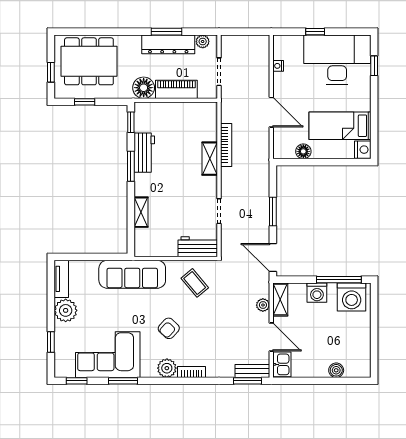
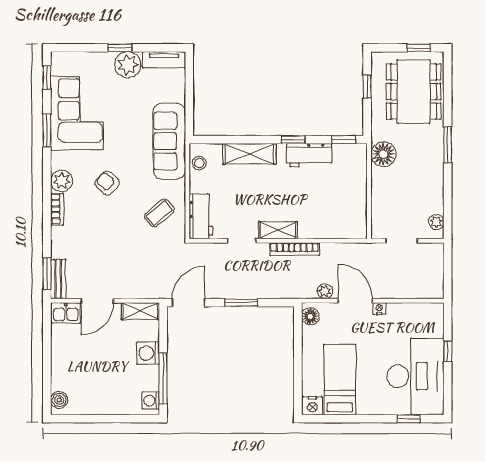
window: (167, 32) -> (448, 145), moved
dresser: (168, 44) -> (433, 182), removed
nightstand: (278, 66) -> (379, 309), moved
window: (51, 72) -> (419, 48), moved
piano: (176, 89) -> (382, 192), removed
door: (271, 112) -> (355, 301), swing flipped
bookcase: (226, 145) -> (295, 249), moved
floor lamp: (303, 151) -> (310, 316), moved
shelving: (210, 159) -> (278, 230), moved
window: (131, 166) -> (293, 140), width x0.67
shelving: (141, 212) -> (249, 154), width x1.50, depth x1.33
stool: (151, 248) -> (199, 163), added
washing machine: (352, 297) -> (151, 401), width x0.53, depth x0.53
plant: (263, 305) -> (325, 291), moved
window: (51, 342) -> (120, 48), moved
boiler: (336, 370) -> (59, 400), moved

